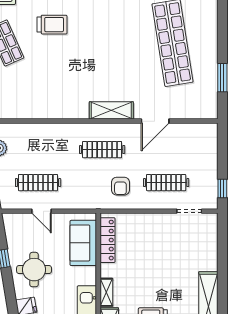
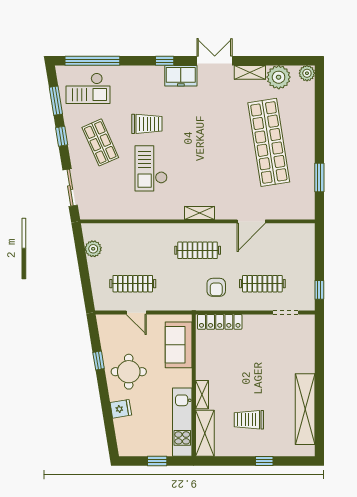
checkout: (56, 69) -> (151, 168), added
shelving: (111, 110) -> (200, 213), width x0.67, depth x0.75
locker: (107, 240) -> (220, 322), moved, turned 90

